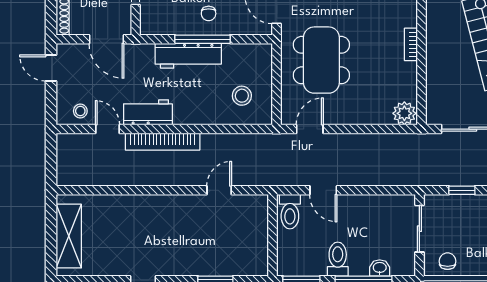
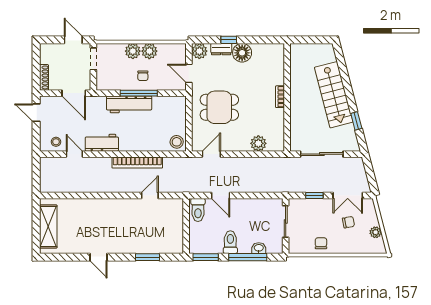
dining table: (321, 60) -> (219, 107), width x0.73
stool: (242, 96) -> (177, 142), moved
plant: (404, 113) -> (258, 143), moved
bookcase: (163, 142) -> (137, 163), moved
chair: (448, 261) -> (321, 243), moved

